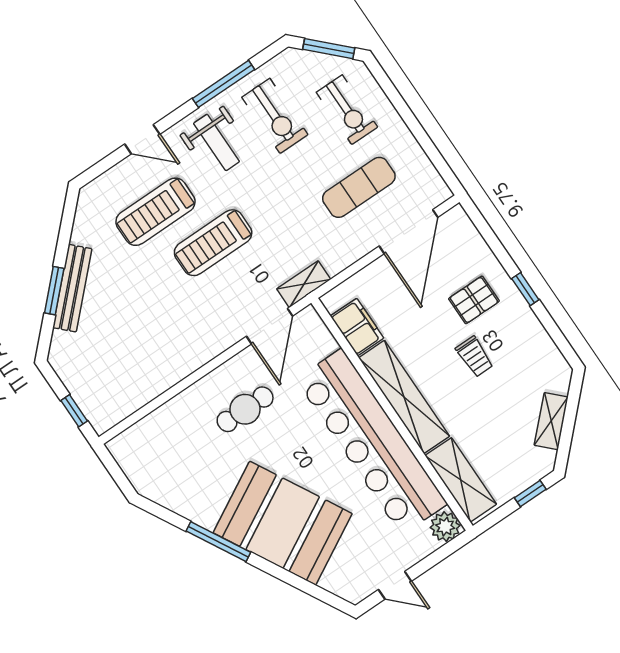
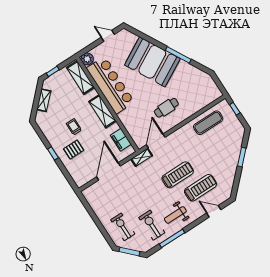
door: (142, 139) -> (214, 211), moved
weight bench: (216, 142) -> (175, 215), turned -90
exercise mat: (359, 187) -> (208, 123), moved
door: (408, 232) -> (109, 171), moved
bench: (72, 288) -> (234, 158), removed
shelving: (404, 397) -> (102, 111), width x0.68
bar counter: (372, 442) -> (110, 85), width x0.73

